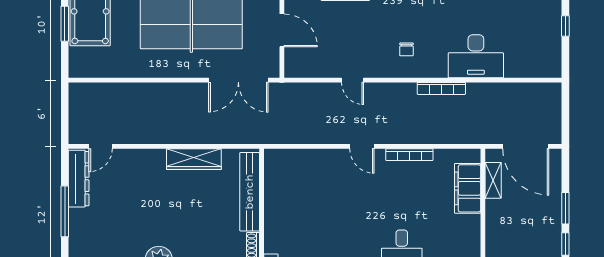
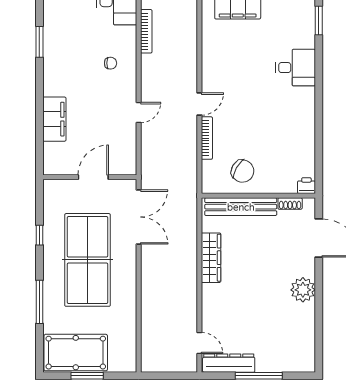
bookcase: (409, 155) -> (207, 138), moved
chair: (288, 194) -> (243, 171), added

